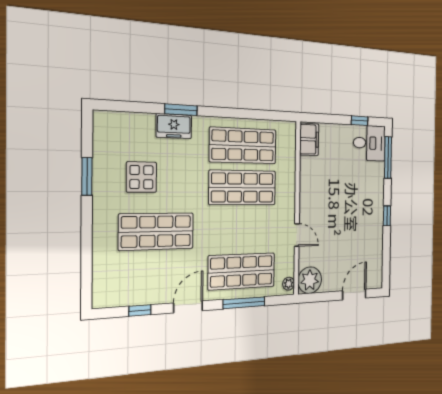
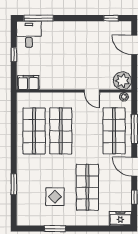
window: (181, 110) -> (14, 184), moved
window: (360, 121) -> (14, 55), moved
freezer: (174, 126) -> (120, 218), moved, turned -90
window: (387, 216) -> (111, 18), moved
door: (297, 235) -> (92, 91), swing flipped

